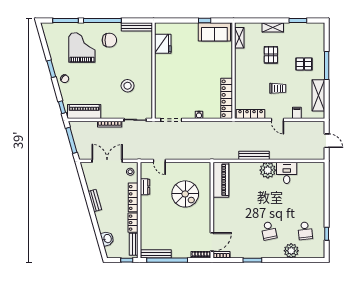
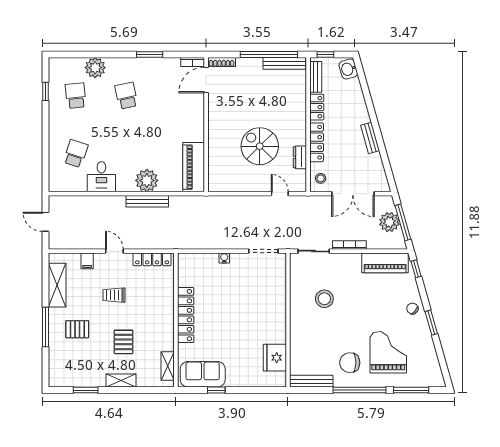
grand piano: (82, 47) -> (388, 352), turned 180
locker: (227, 98) -> (186, 315), moved
plant: (81, 141) -> (389, 222), added
plant: (268, 170) -> (147, 180), moved
school desk: (305, 189) -> (76, 154), added
spiral stairs: (185, 194) -> (260, 146), moved
washbasin: (107, 239) -> (348, 69), moved

